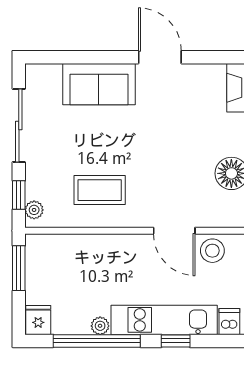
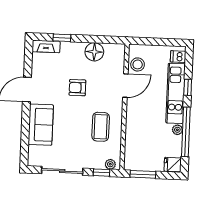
armchair: (167, 146) -> (77, 88), added

